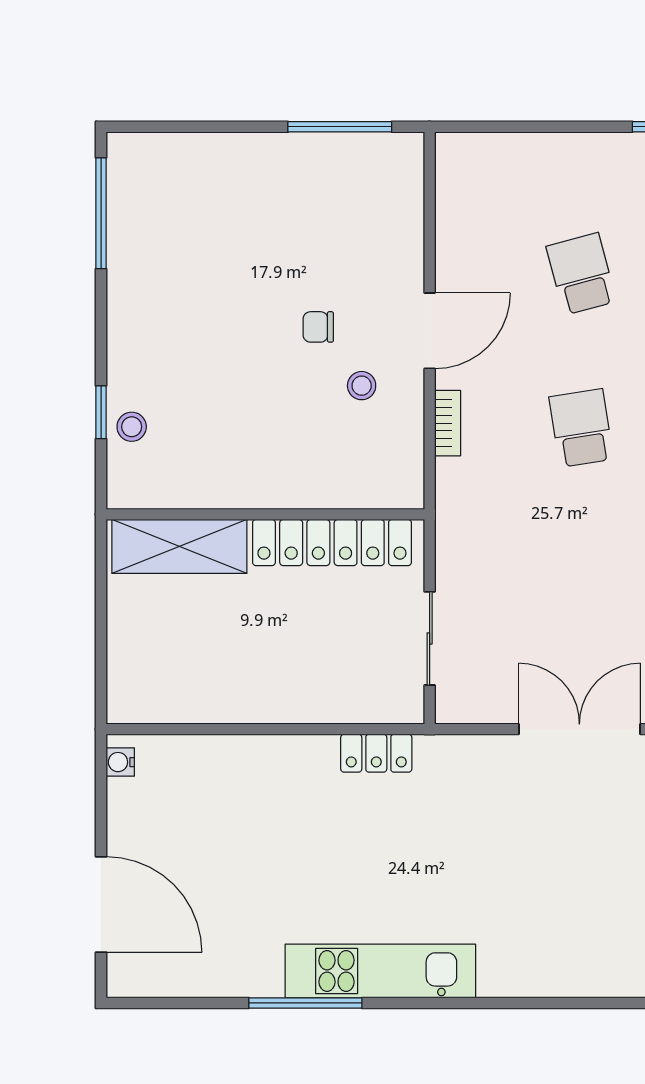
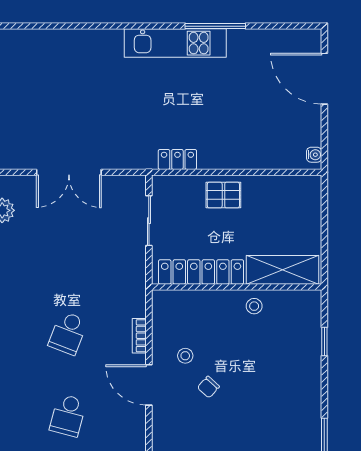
school desk: (581, 274) -> (68, 415), turned 30
chair: (318, 327) -> (208, 387), turned 132
door: (430, 331) -> (149, 385), hinge flipped
stool: (132, 427) -> (254, 306), moved
school desk: (581, 428) -> (68, 333), turned 30
pallet: (290, 687) -> (223, 195), added

